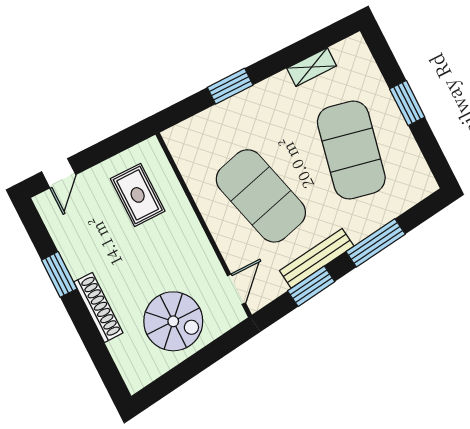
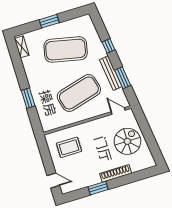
shelving: (312, 67) -> (22, 47), moved
window: (376, 243) -> (108, 46), width x0.46

